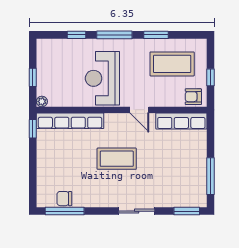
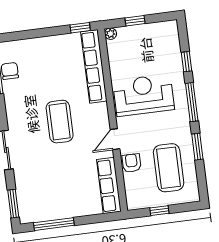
armchair: (193, 97) -> (132, 163), moved

